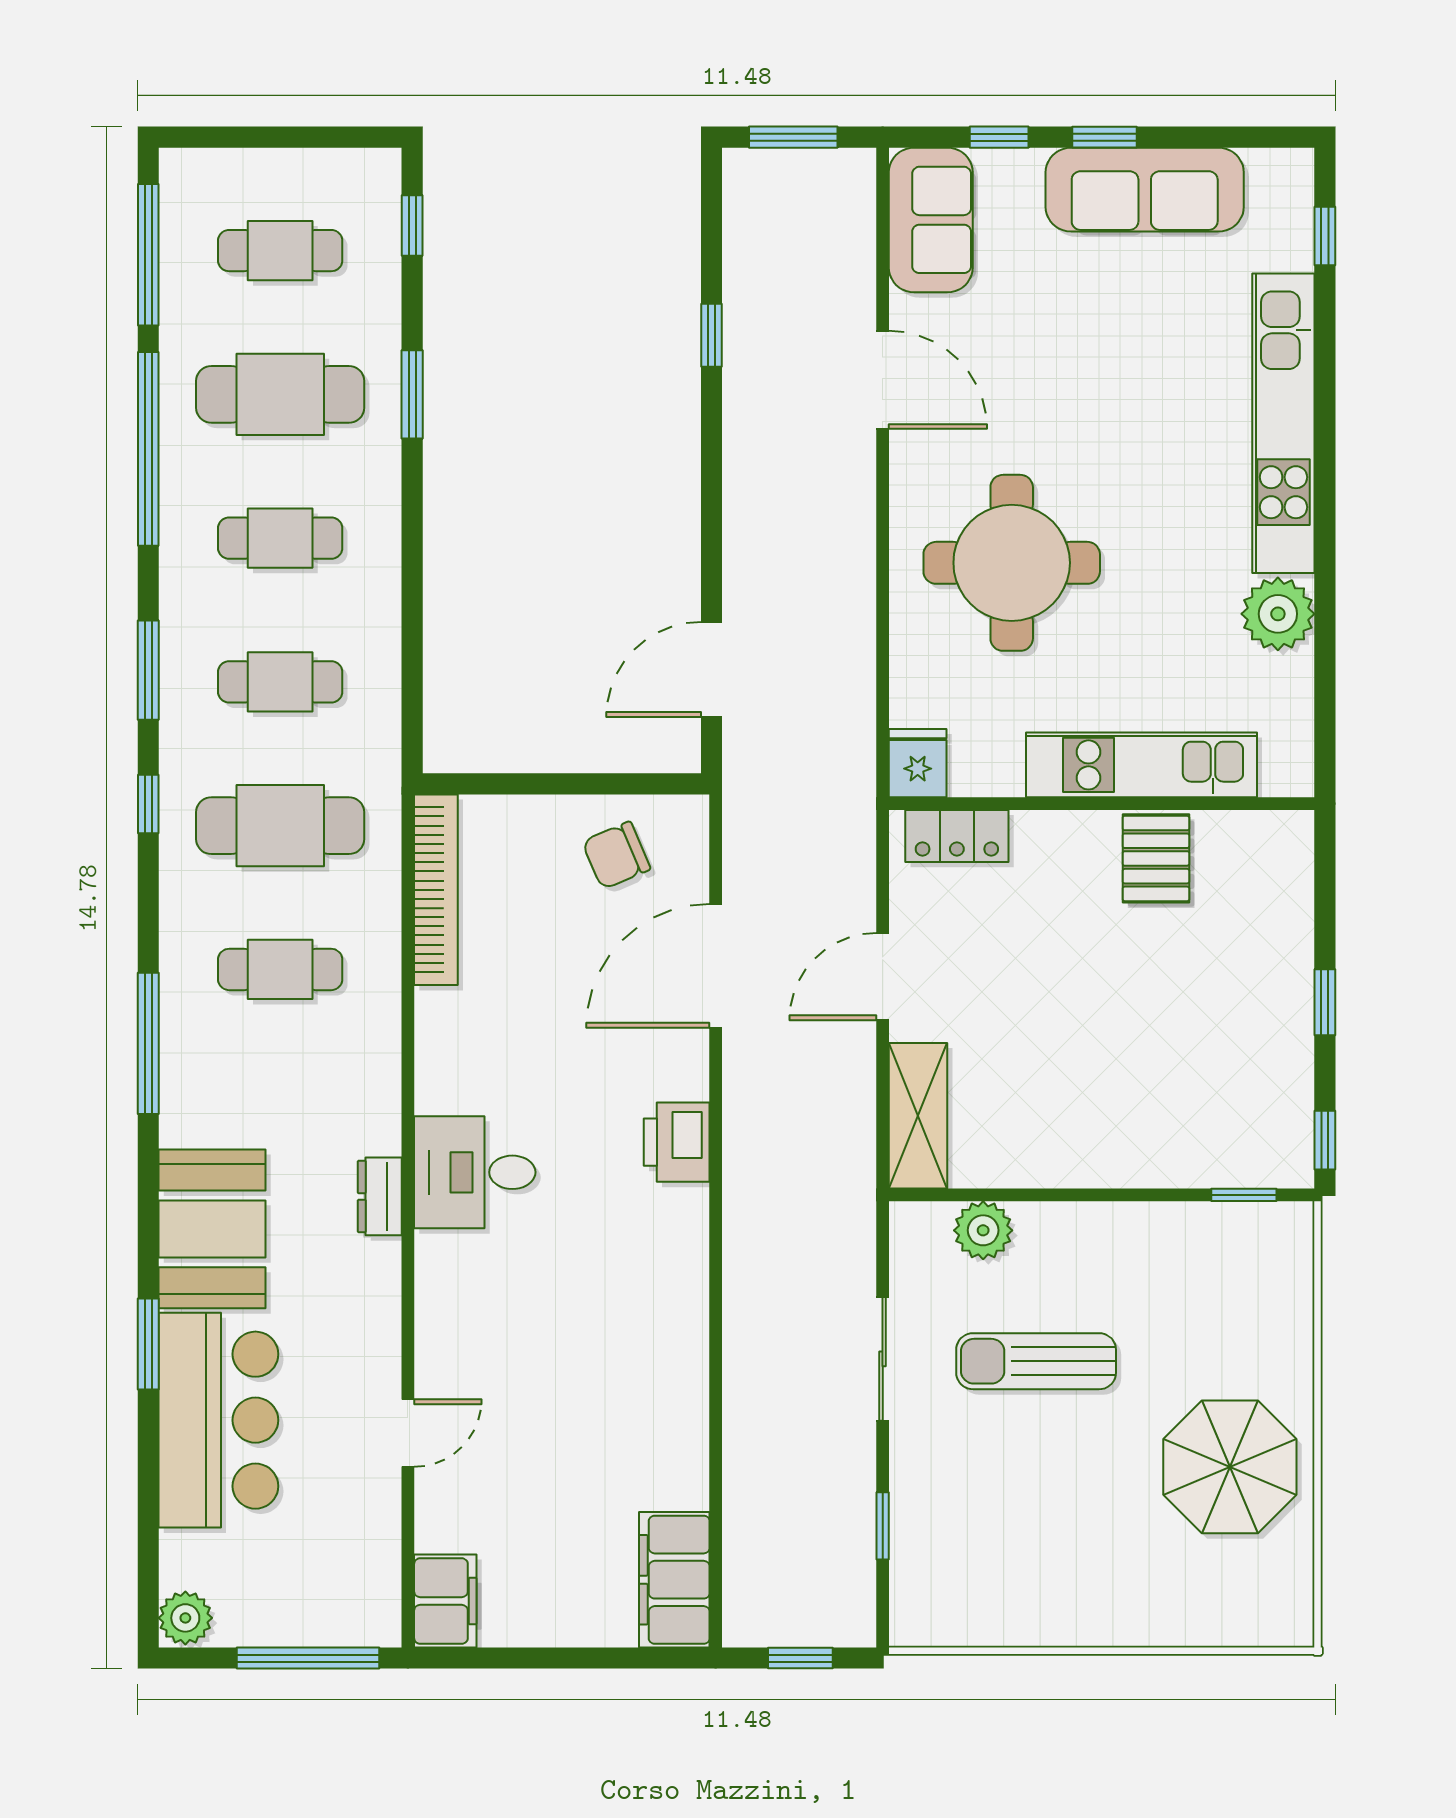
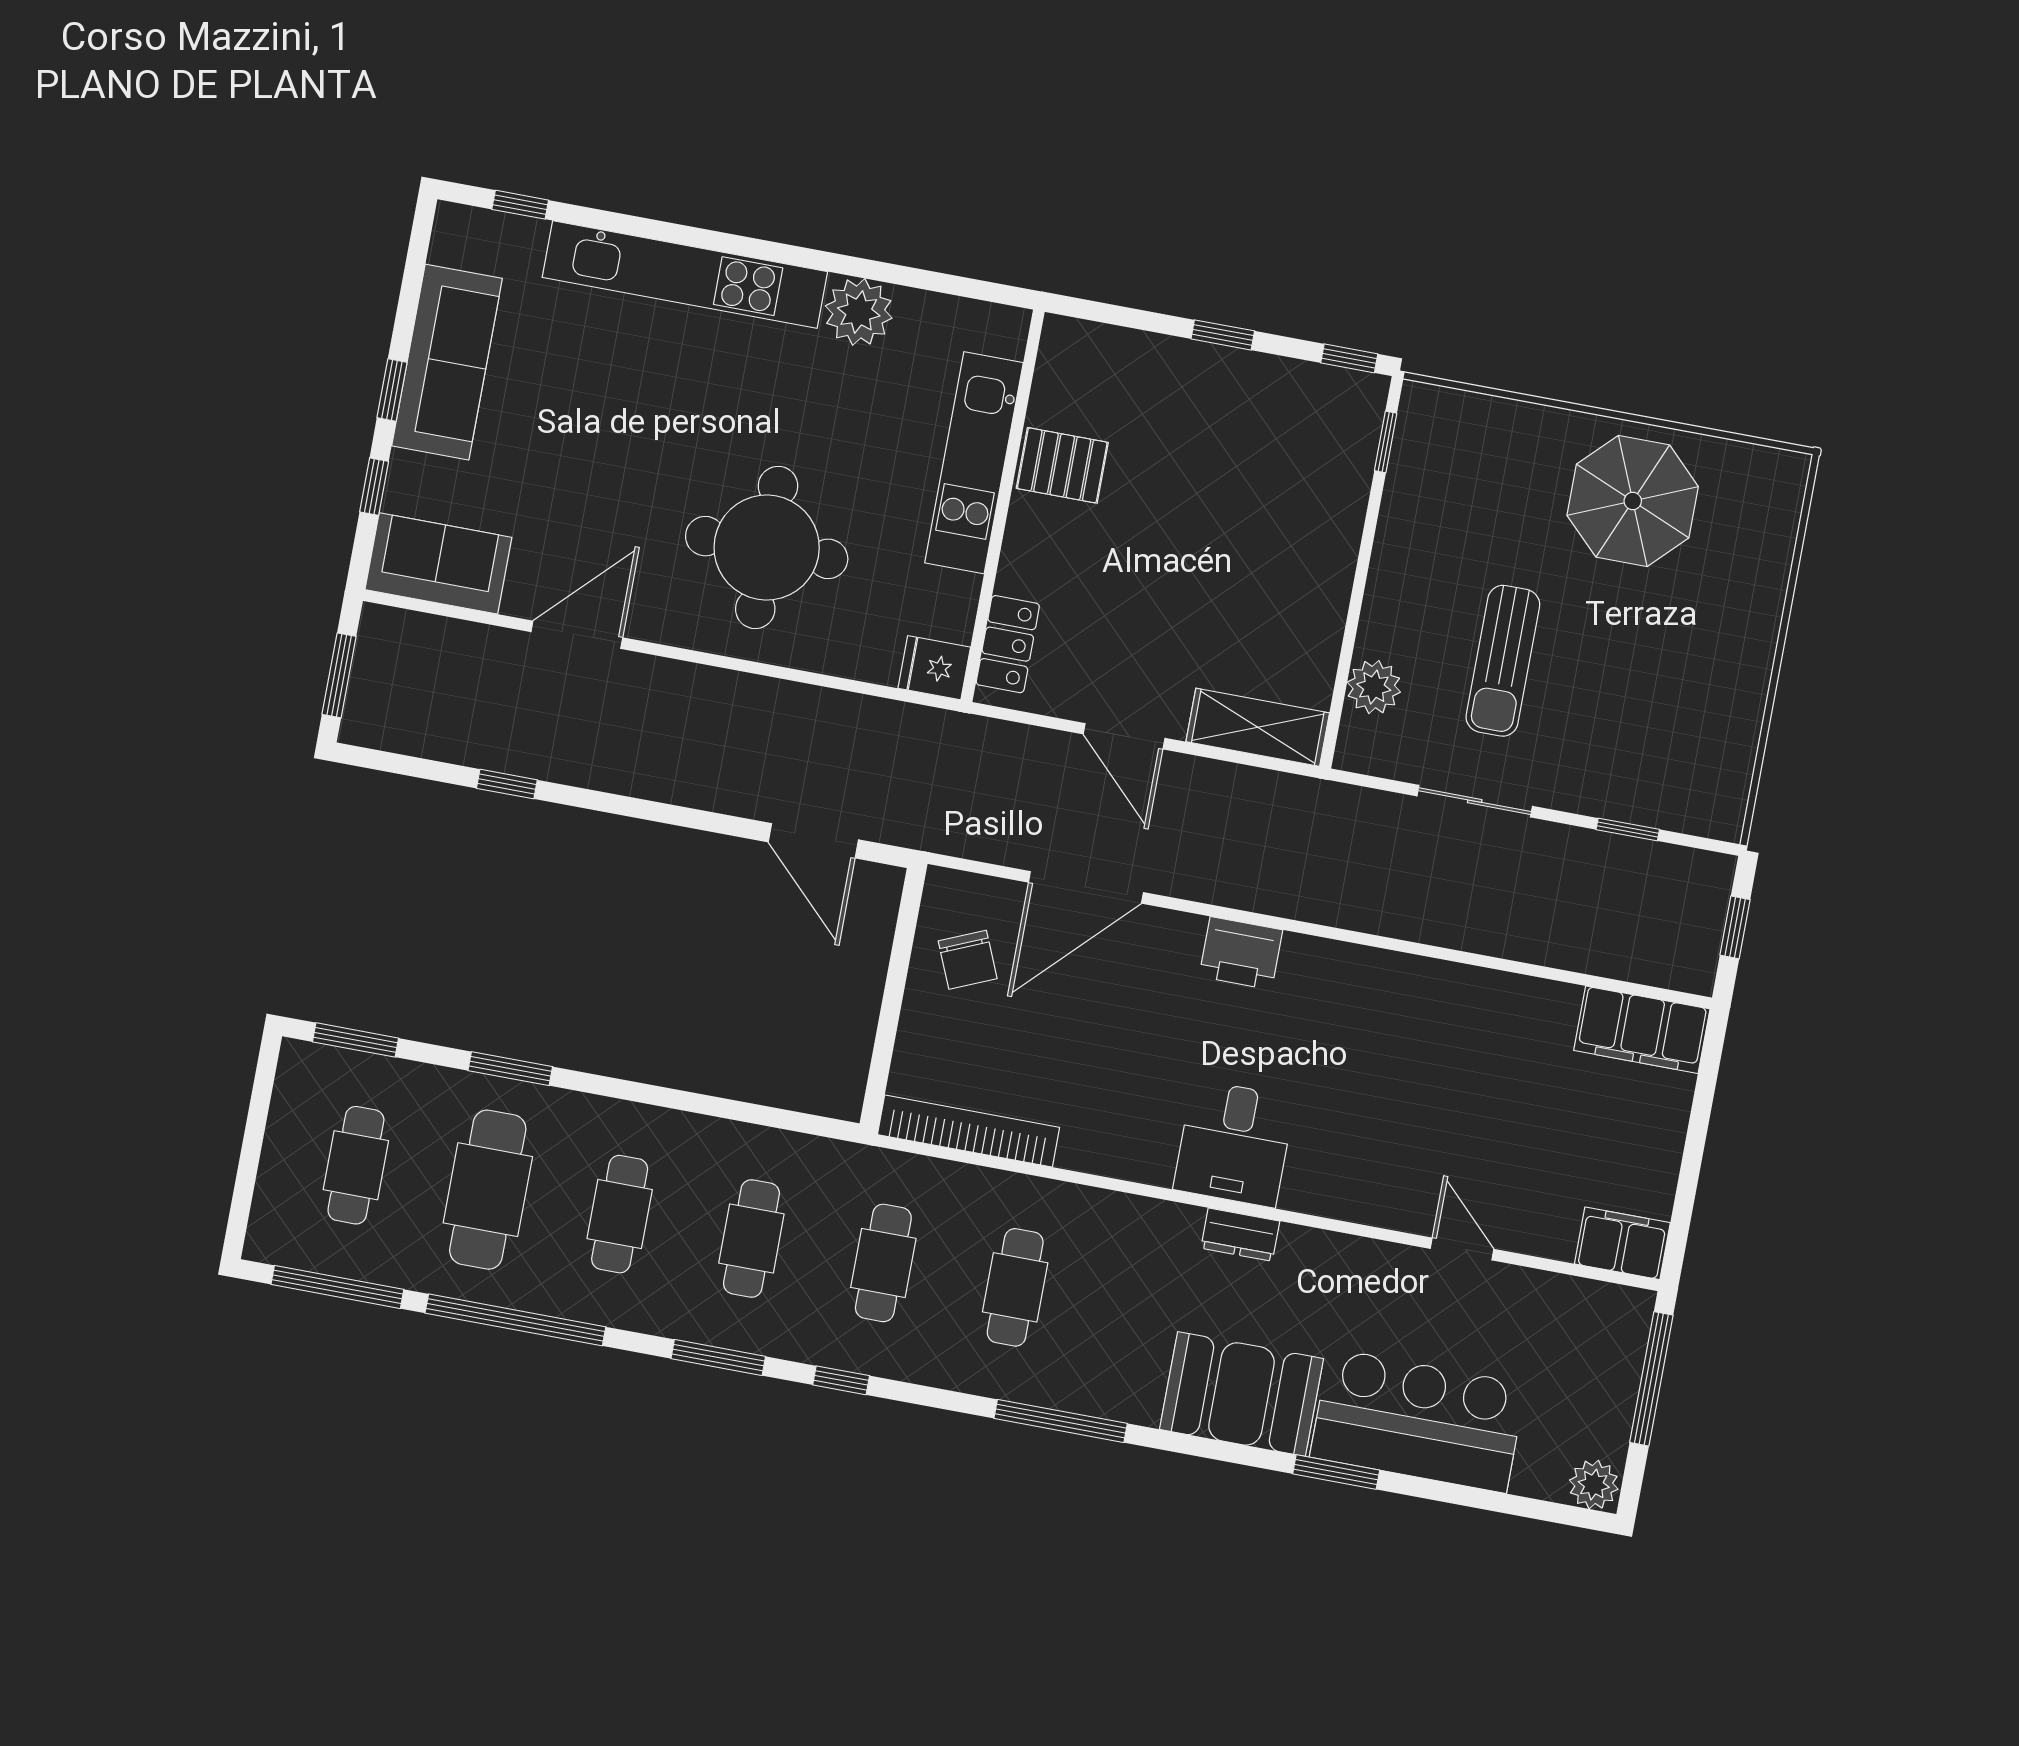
window: (412, 226) -> (355, 1040), width x1.50
cafe table: (280, 826) -> (883, 1263), width x0.73, depth x0.74
door: (716, 966) -> (1086, 887), hinge flipped

